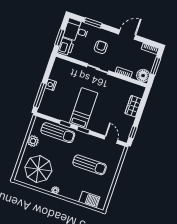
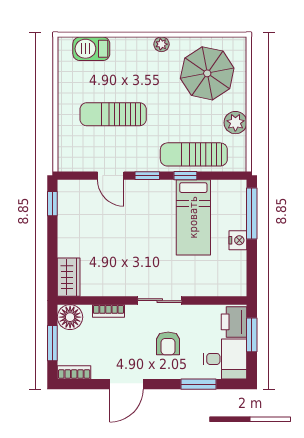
wardrobe: (133, 106) -> (69, 277), moved
bed: (84, 108) -> (193, 217), moved
door: (111, 140) -> (111, 176), moved

